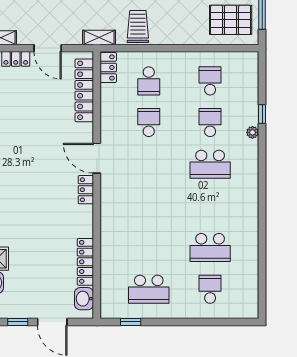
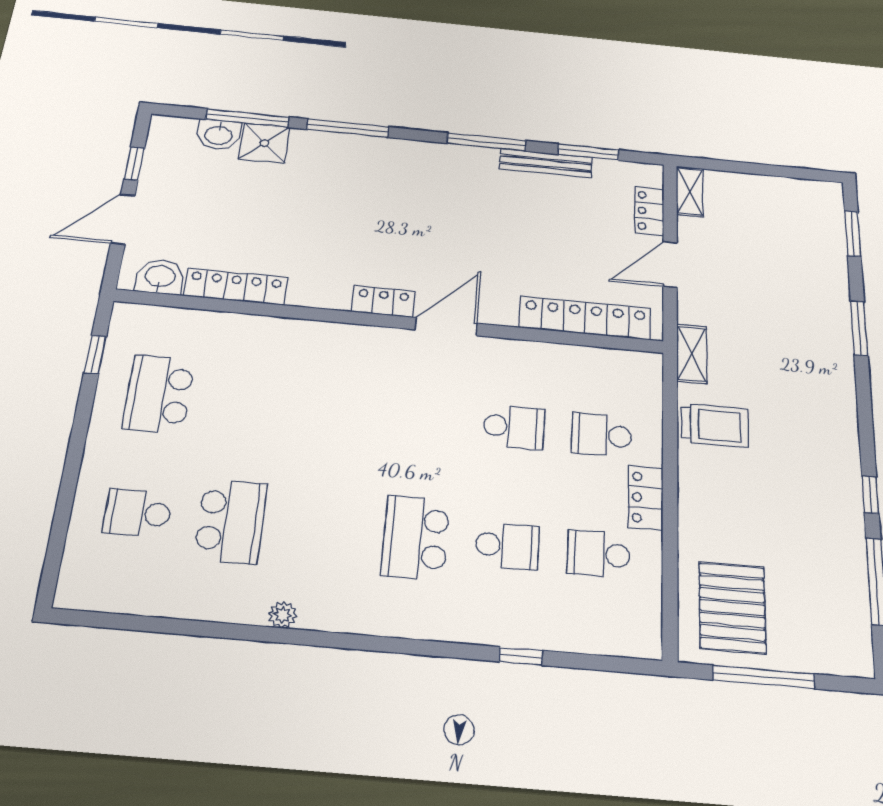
locker: (108, 67) -> (646, 498), moved, turned 90
school desk: (210, 81) -> (599, 554), turned 180
plant: (252, 132) -> (283, 615), moved
school desk: (210, 248) -> (231, 521), turned 180
school desk: (210, 289) -> (138, 513), turned 180

